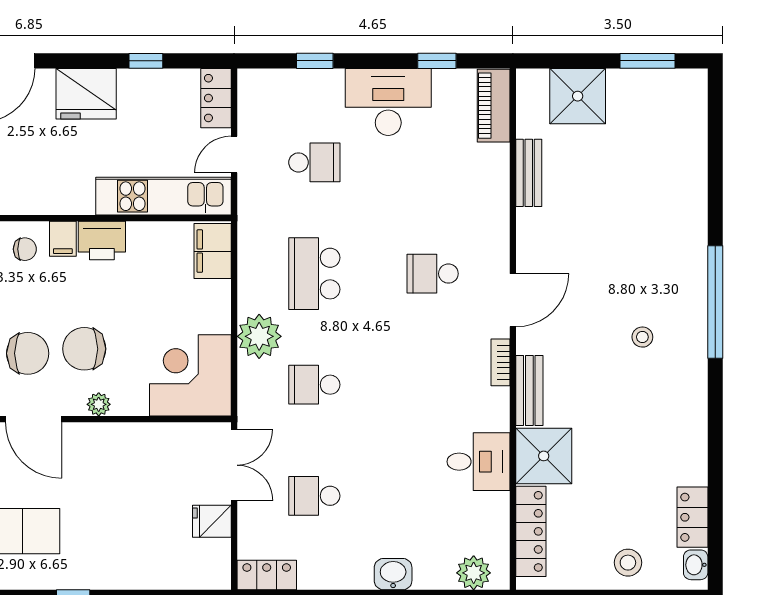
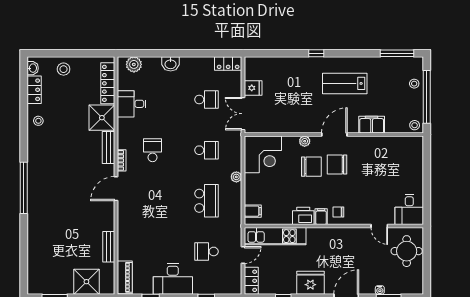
filing cabinet: (213, 251) -> (253, 211), width x0.50
school desk: (433, 274) -> (153, 150), moved, turned -90
plant: (259, 336) -> (236, 177), width x0.53, depth x0.53
stool: (642, 337) -> (38, 121), moved
door: (33, 419) -> (334, 134), hinge flipped
desk: (478, 462) -> (132, 104), moved

